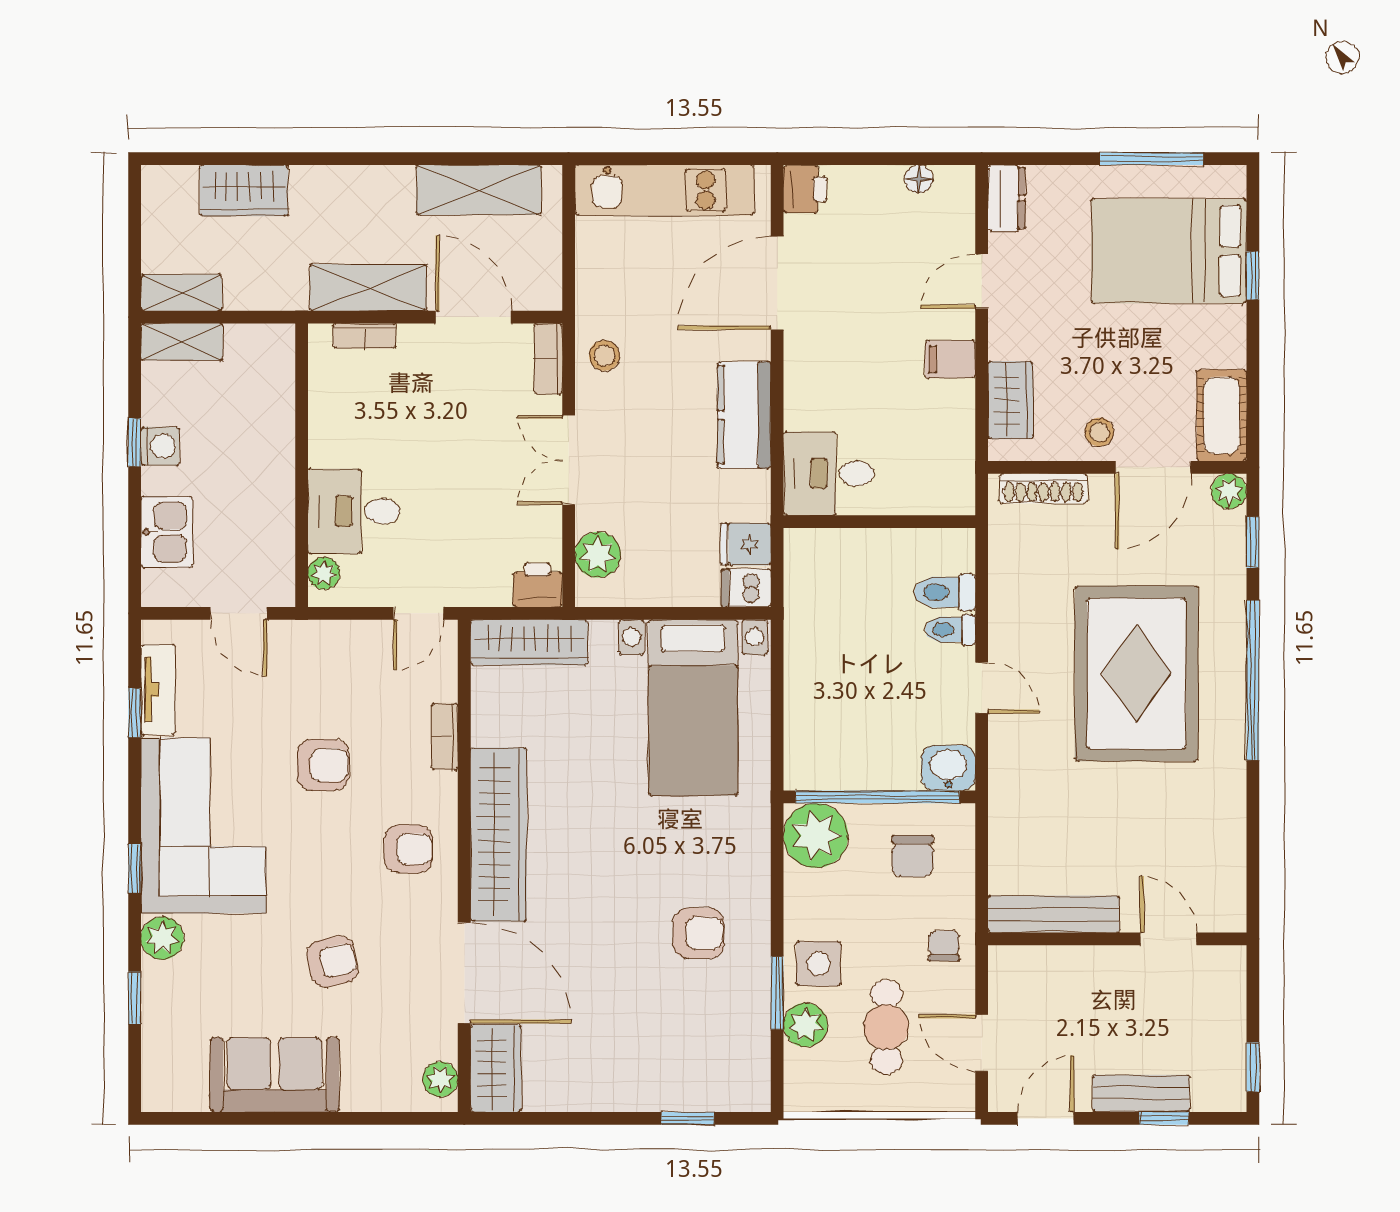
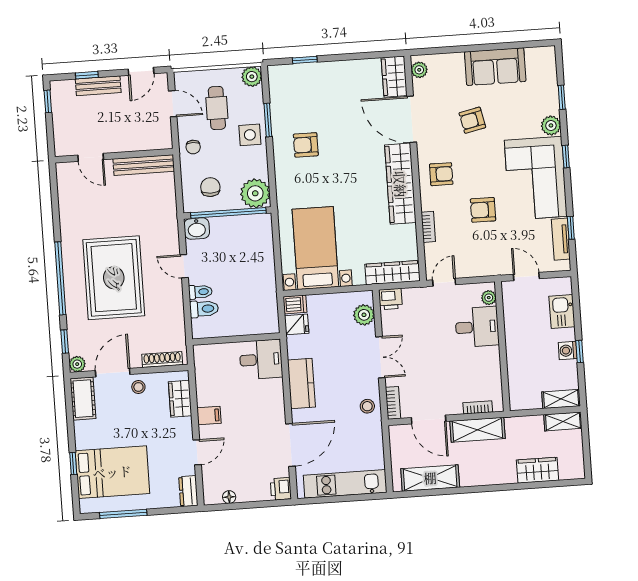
armchair: (408, 849) -> (441, 174), turned 180
plant: (806, 1025) -> (252, 77), moved

